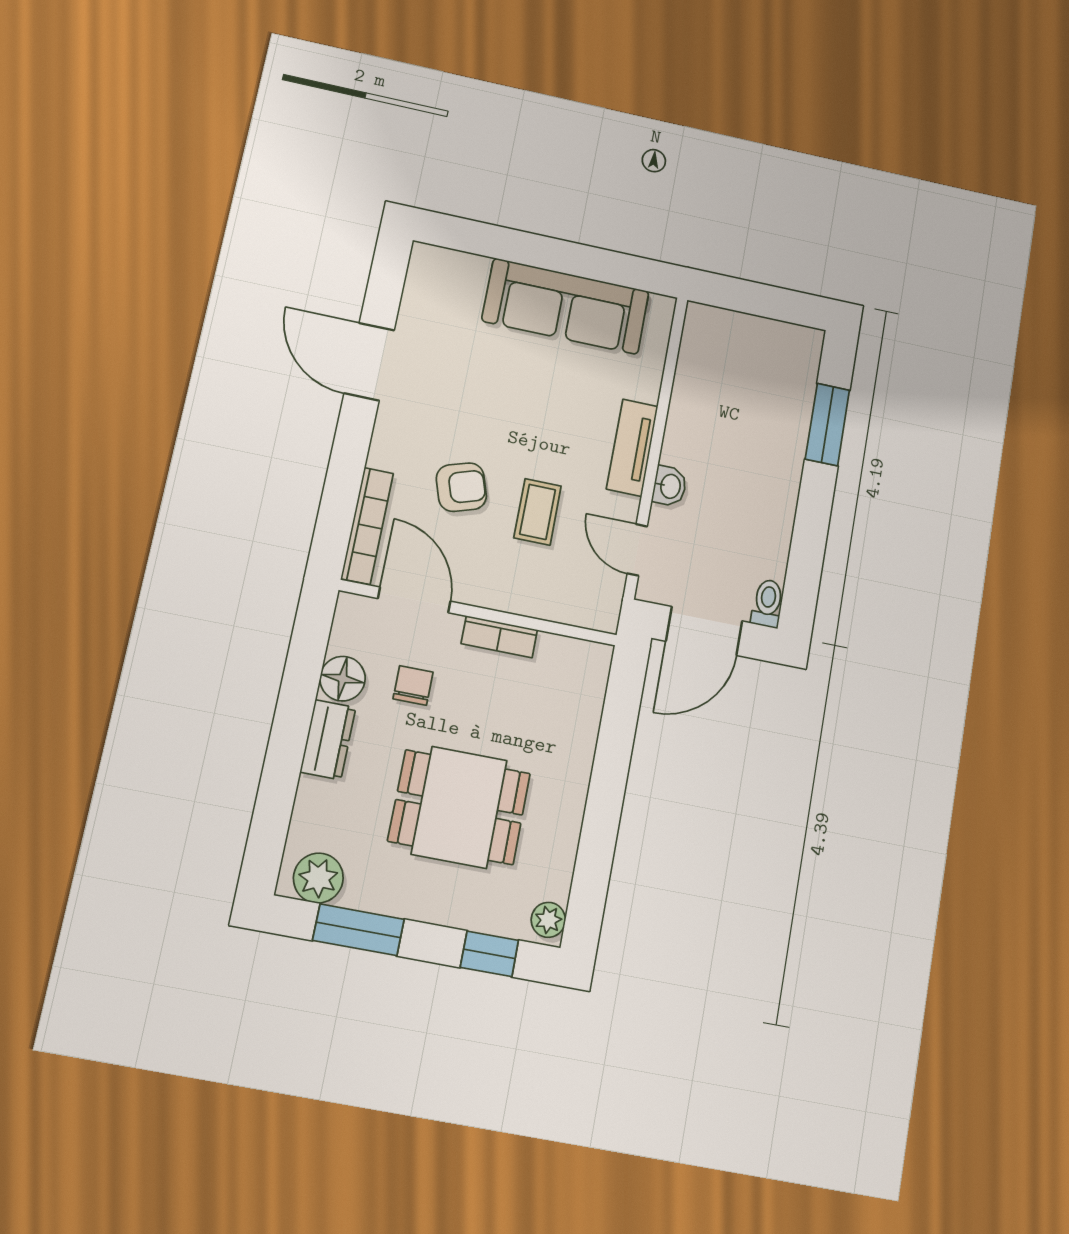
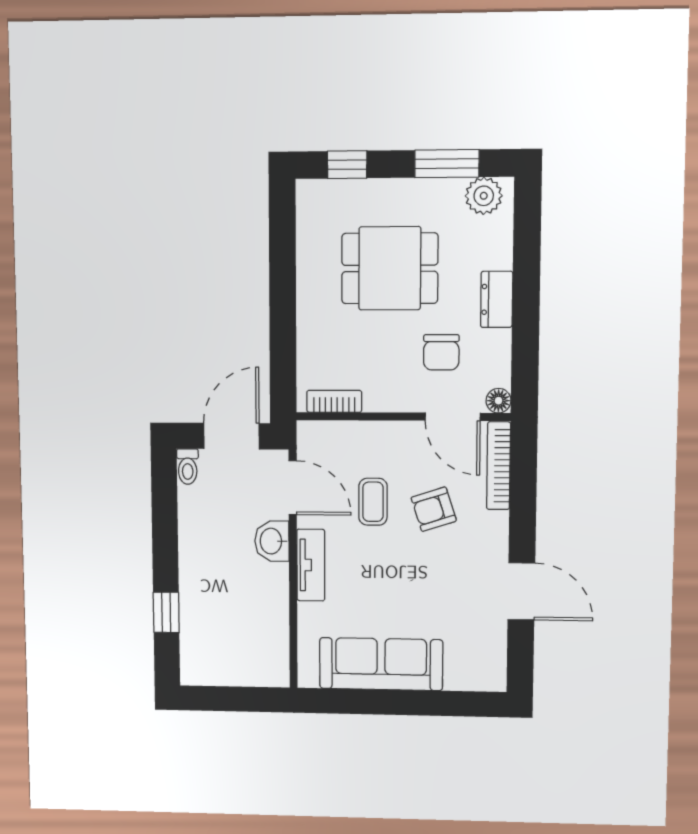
window: (827, 425) -> (166, 612), width x0.67
washbasin: (670, 486) -> (272, 541), width x1.38, depth x1.45
door: (637, 550) -> (293, 488), width x1.37
bookcase: (499, 637) -> (334, 401), moved
floor lamp: (343, 679) -> (498, 401), moved, width x0.73, depth x0.73
chair: (413, 685) -> (441, 352), width x1.37, depth x1.37
plant: (548, 920) -> (308, 198), removed

